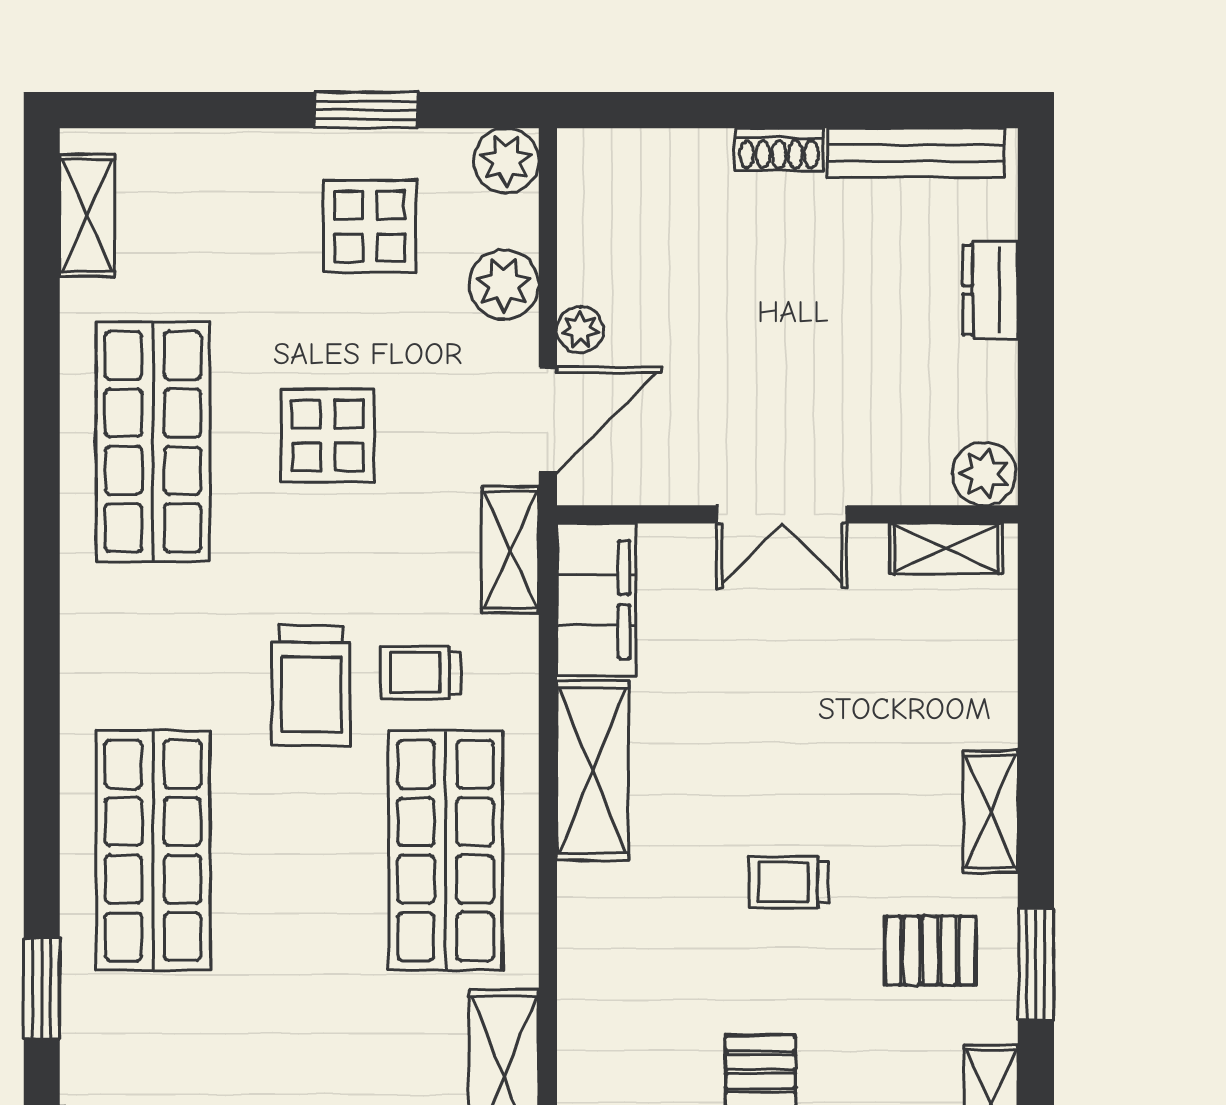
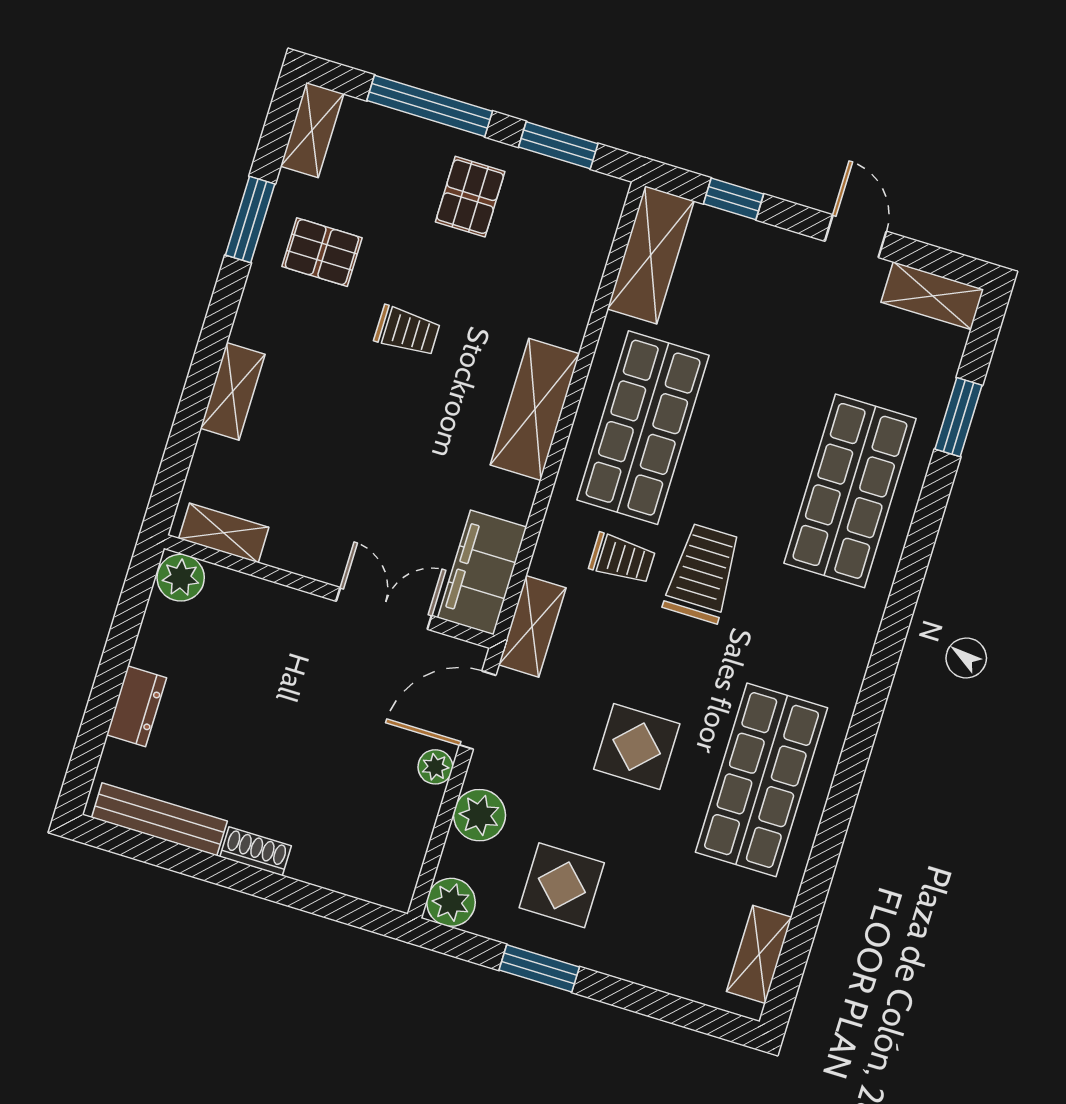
double door: (782, 514) -> (384, 608), moved
shelving: (593, 771) -> (535, 409), moved
shelving: (991, 812) -> (233, 391), moved

